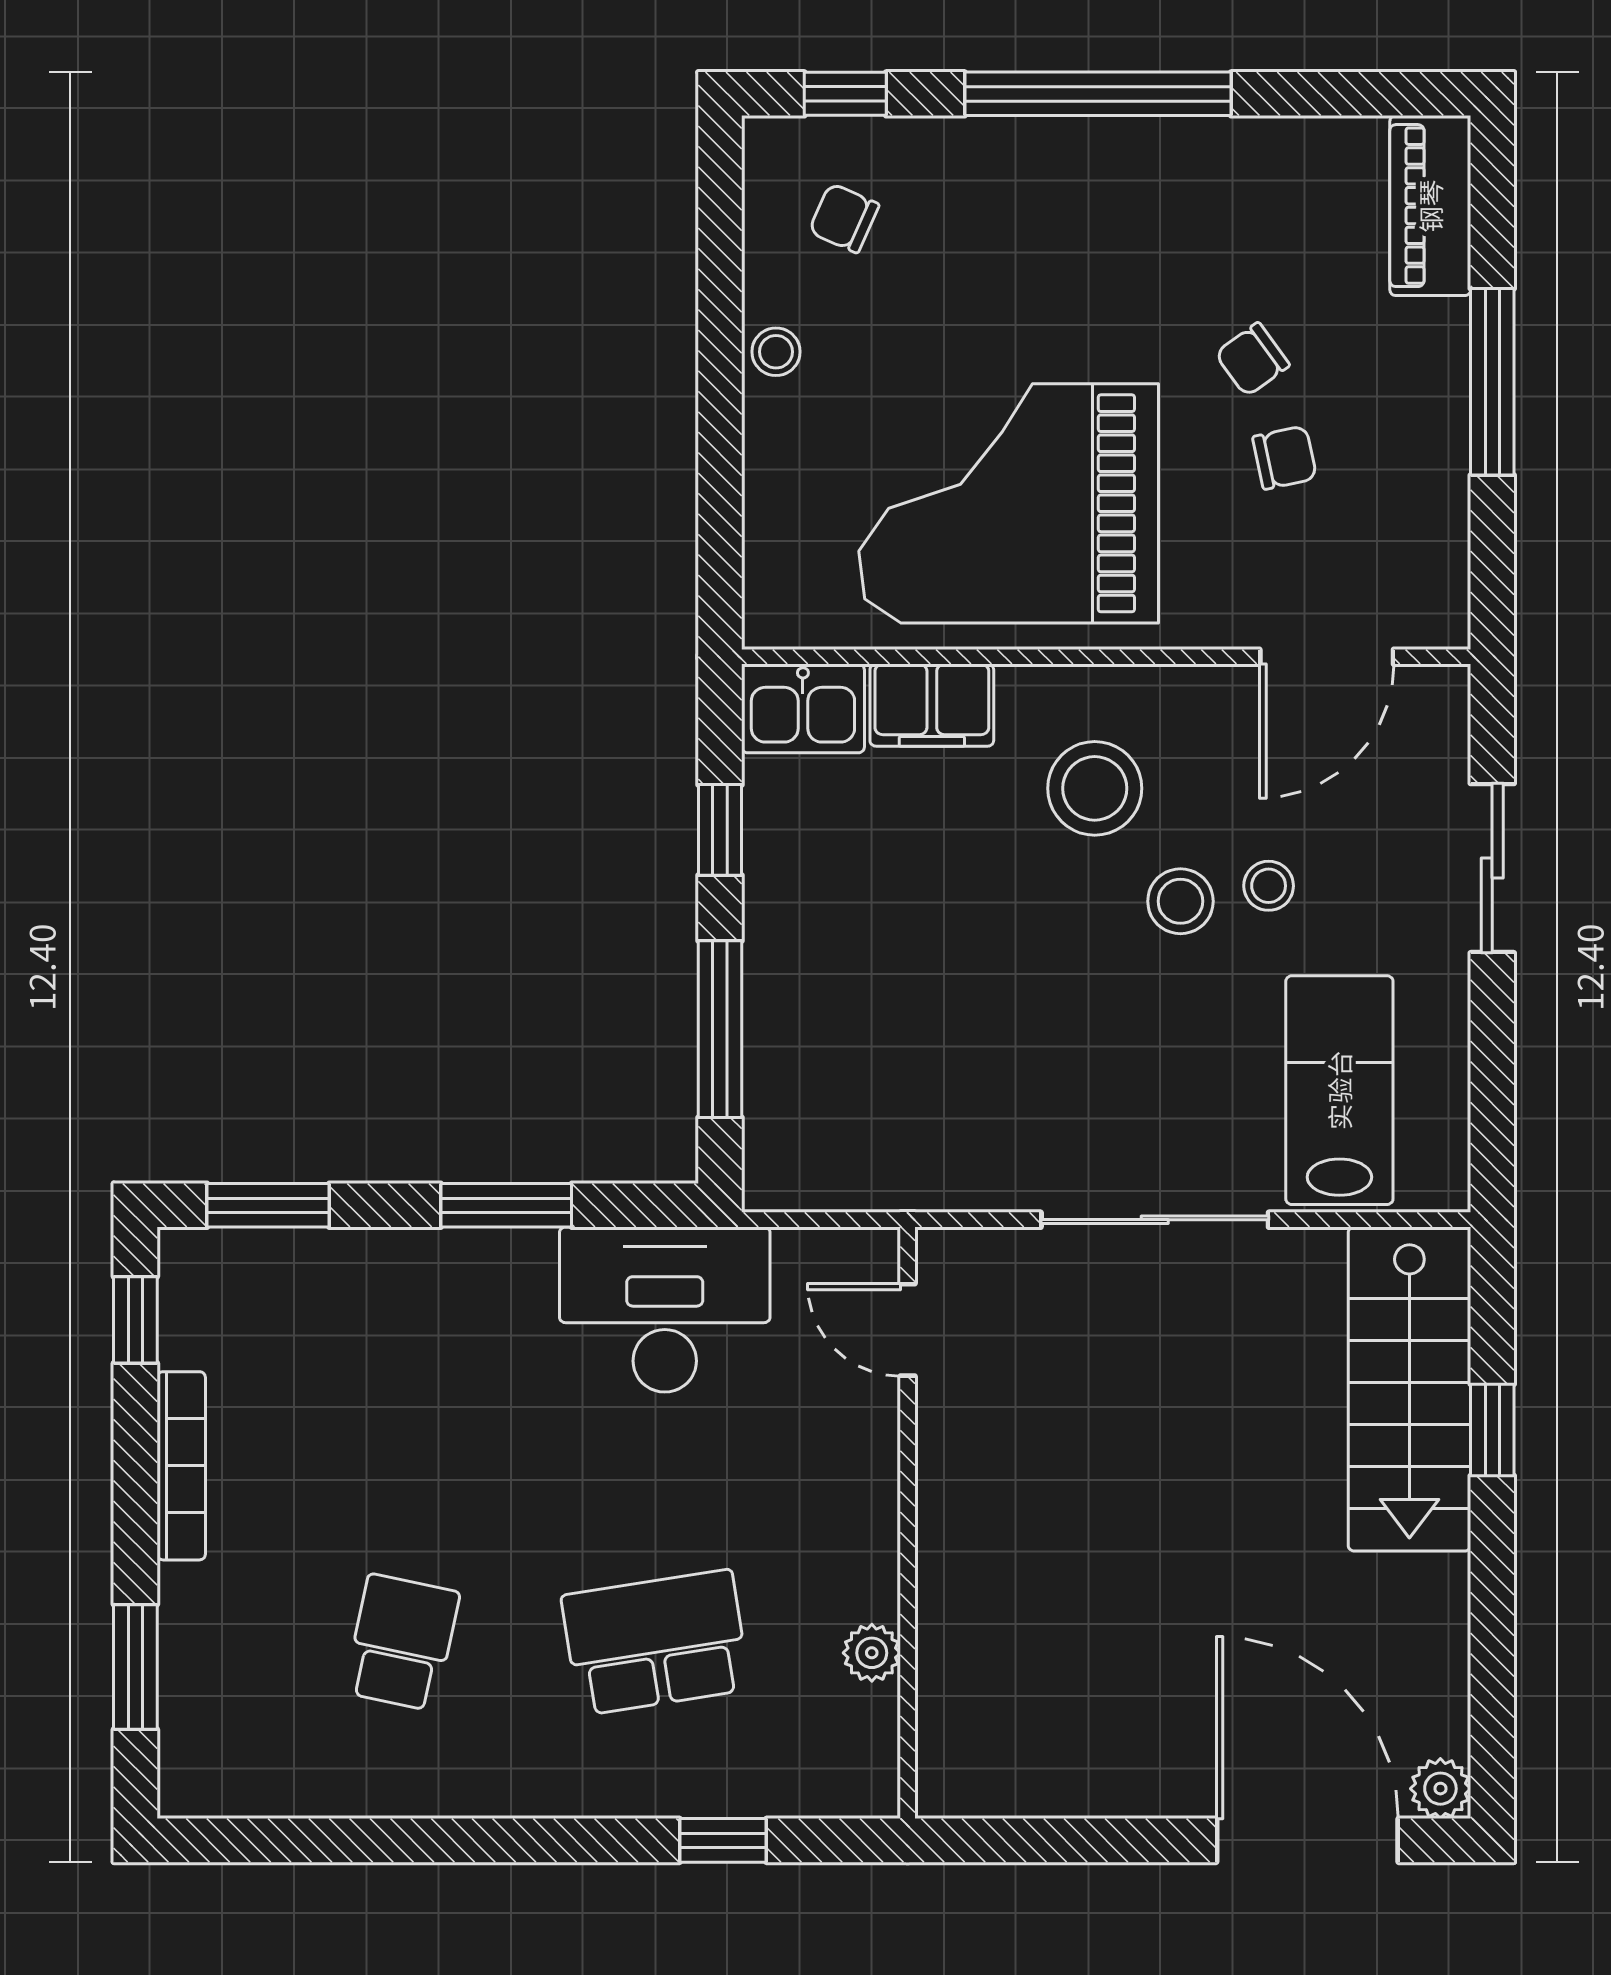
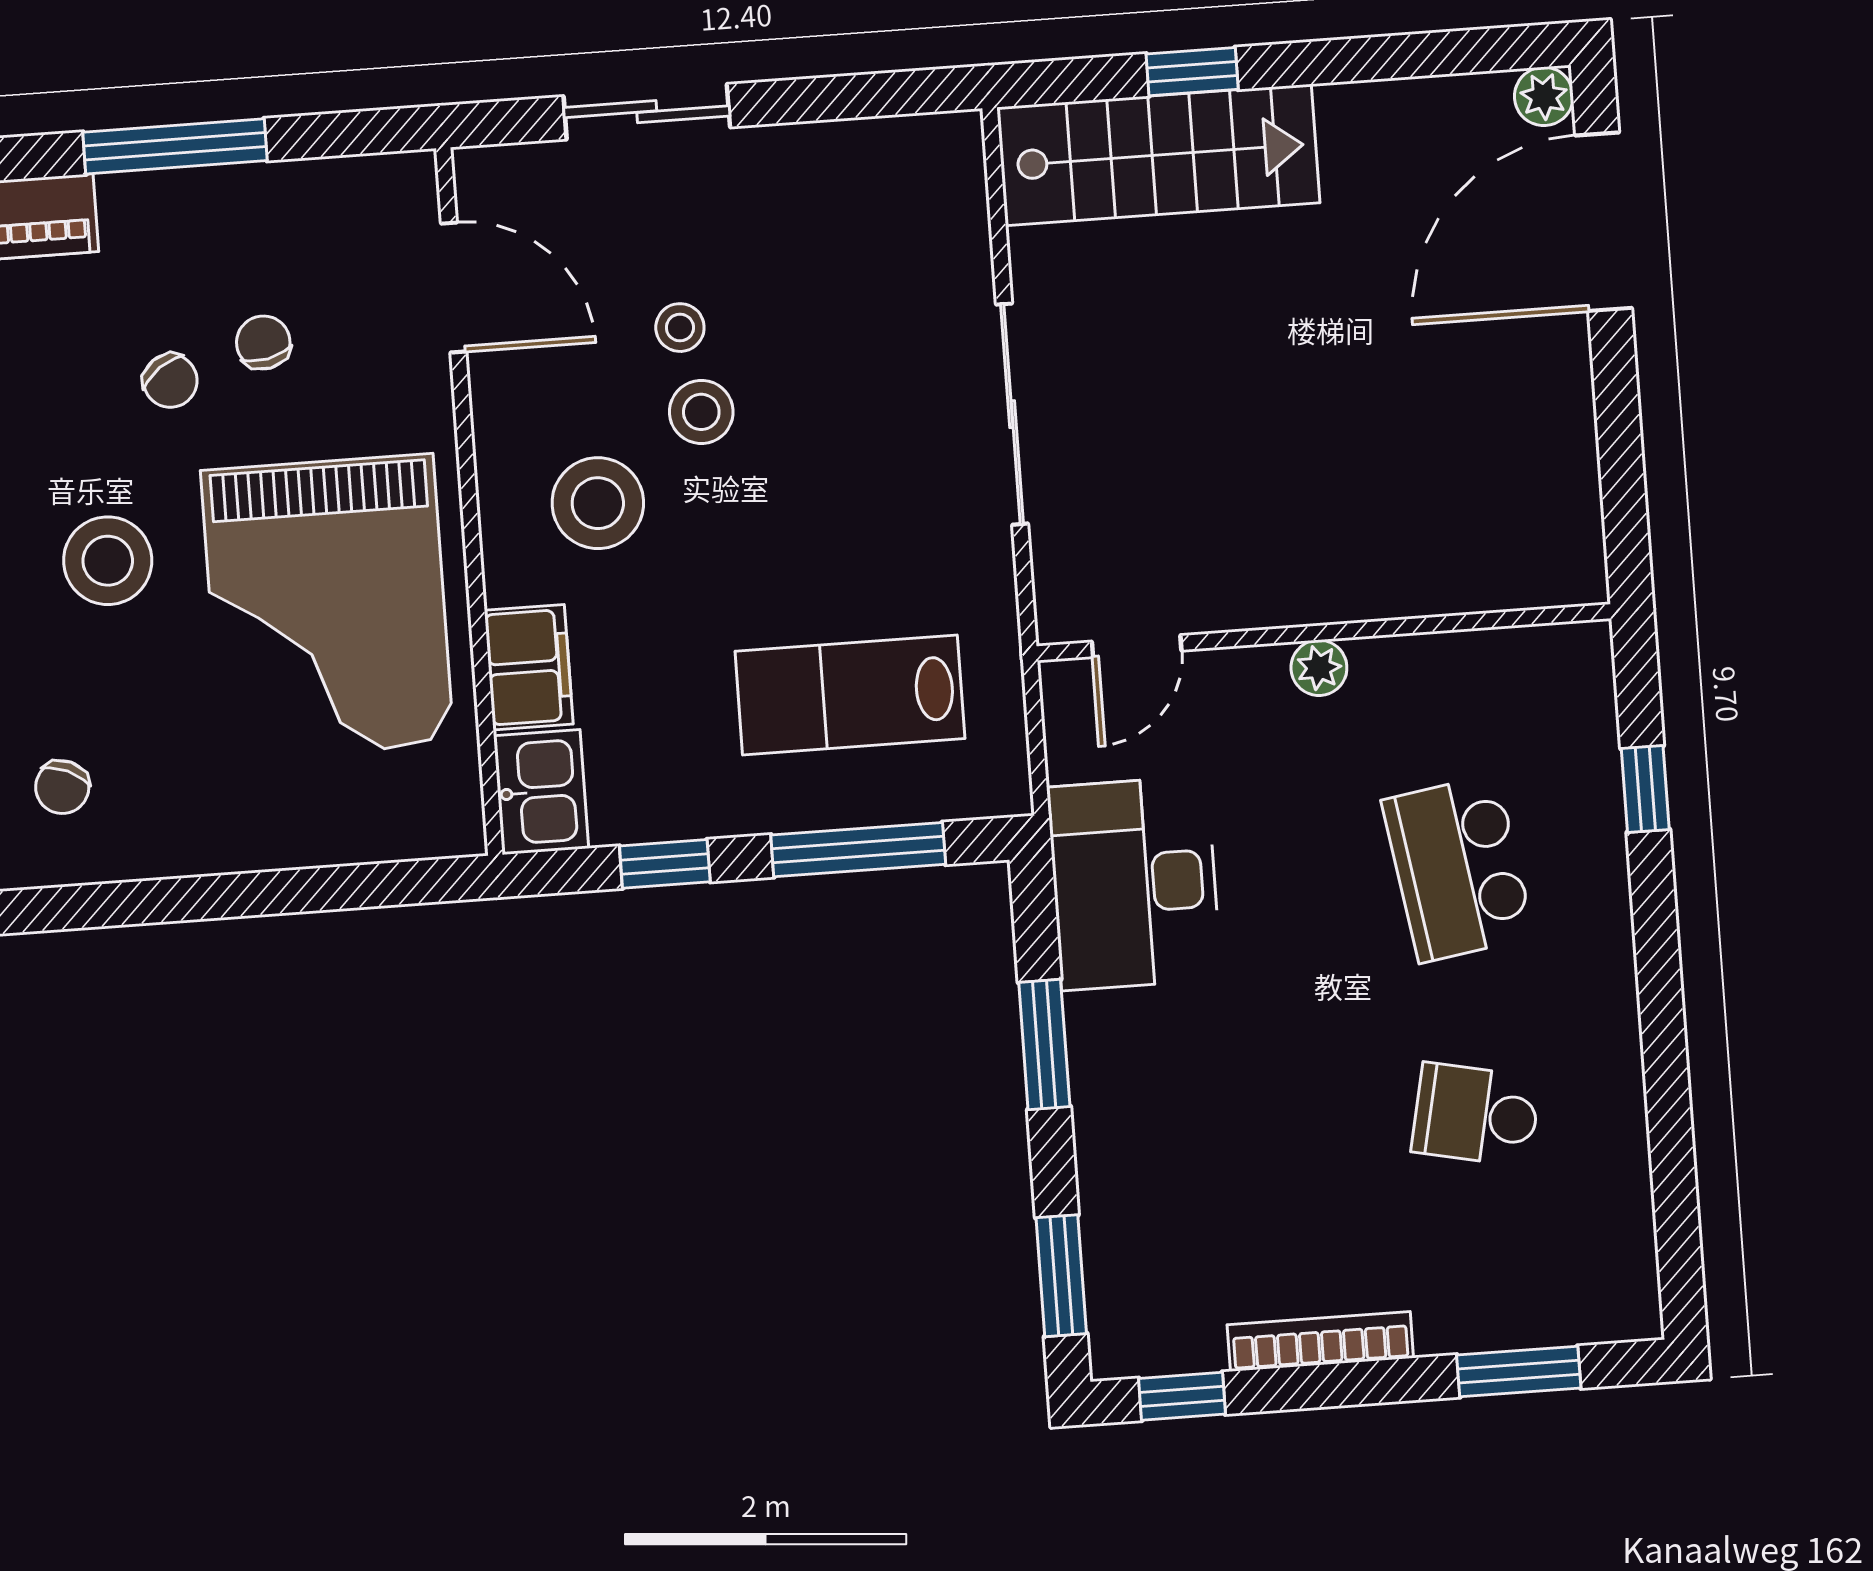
stool: (776, 352) -> (108, 561), moved, width x1.89, depth x1.89
lab bench: (1339, 1090) -> (850, 695), moved
plant: (872, 1653) -> (1319, 668), moved

